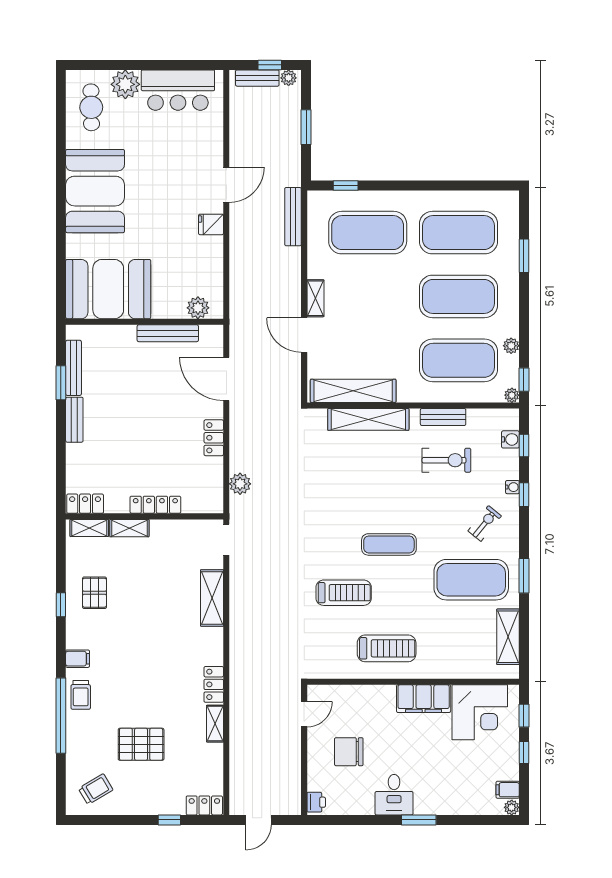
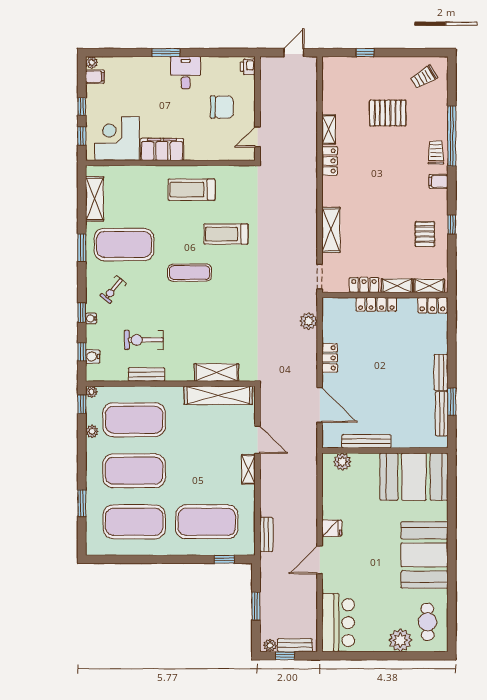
bar counter: (178, 90) -> (338, 623), moved, turned 90
bench: (293, 217) -> (266, 535), width x0.73
shelving: (368, 419) -> (216, 373), width x0.68
locker: (204, 805) -> (364, 285), moved, turned 180

